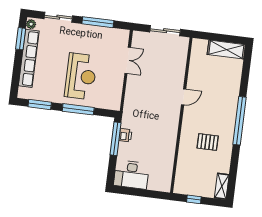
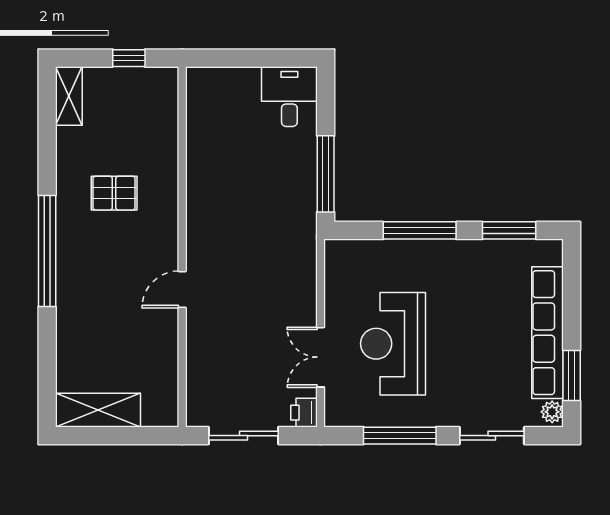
reception desk: (81, 76) -> (393, 344), moved
printer: (125, 135) -> (304, 413), moved
desk: (131, 175) -> (289, 97), width x0.73

